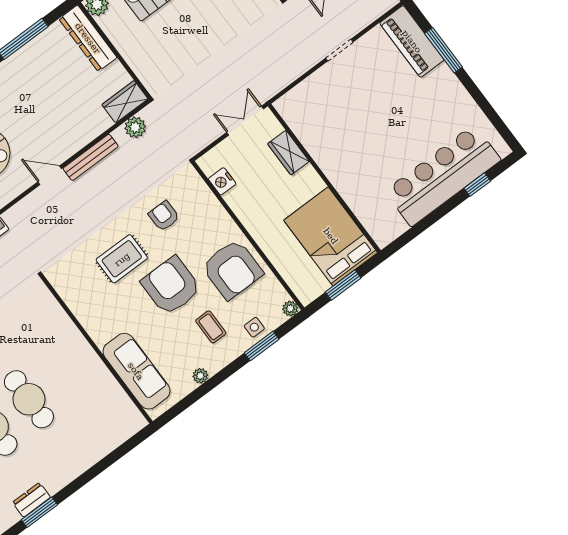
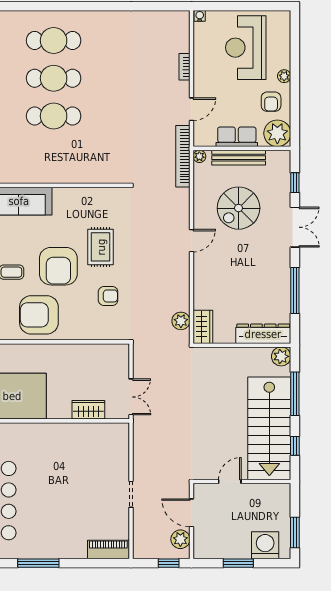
piano: (412, 41) -> (108, 550), width x0.73, depth x0.75
window: (443, 50) -> (38, 563), moved
bench: (91, 157) -> (183, 277), removed
nightstand: (222, 181) -> (102, 352), removed
armchair: (171, 286) -> (58, 266), turned 90

